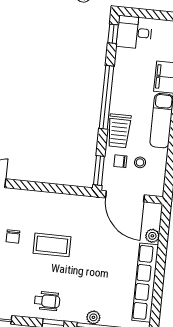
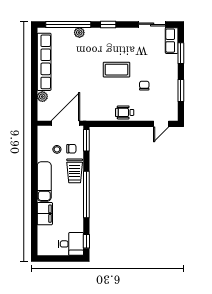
trolley: (119, 131) -> (75, 171), turned 180
door: (125, 196) -> (65, 123), hinge flipped
coffee table: (52, 245) -> (116, 70), moved
wheelchair: (47, 301) -> (125, 112), moved

